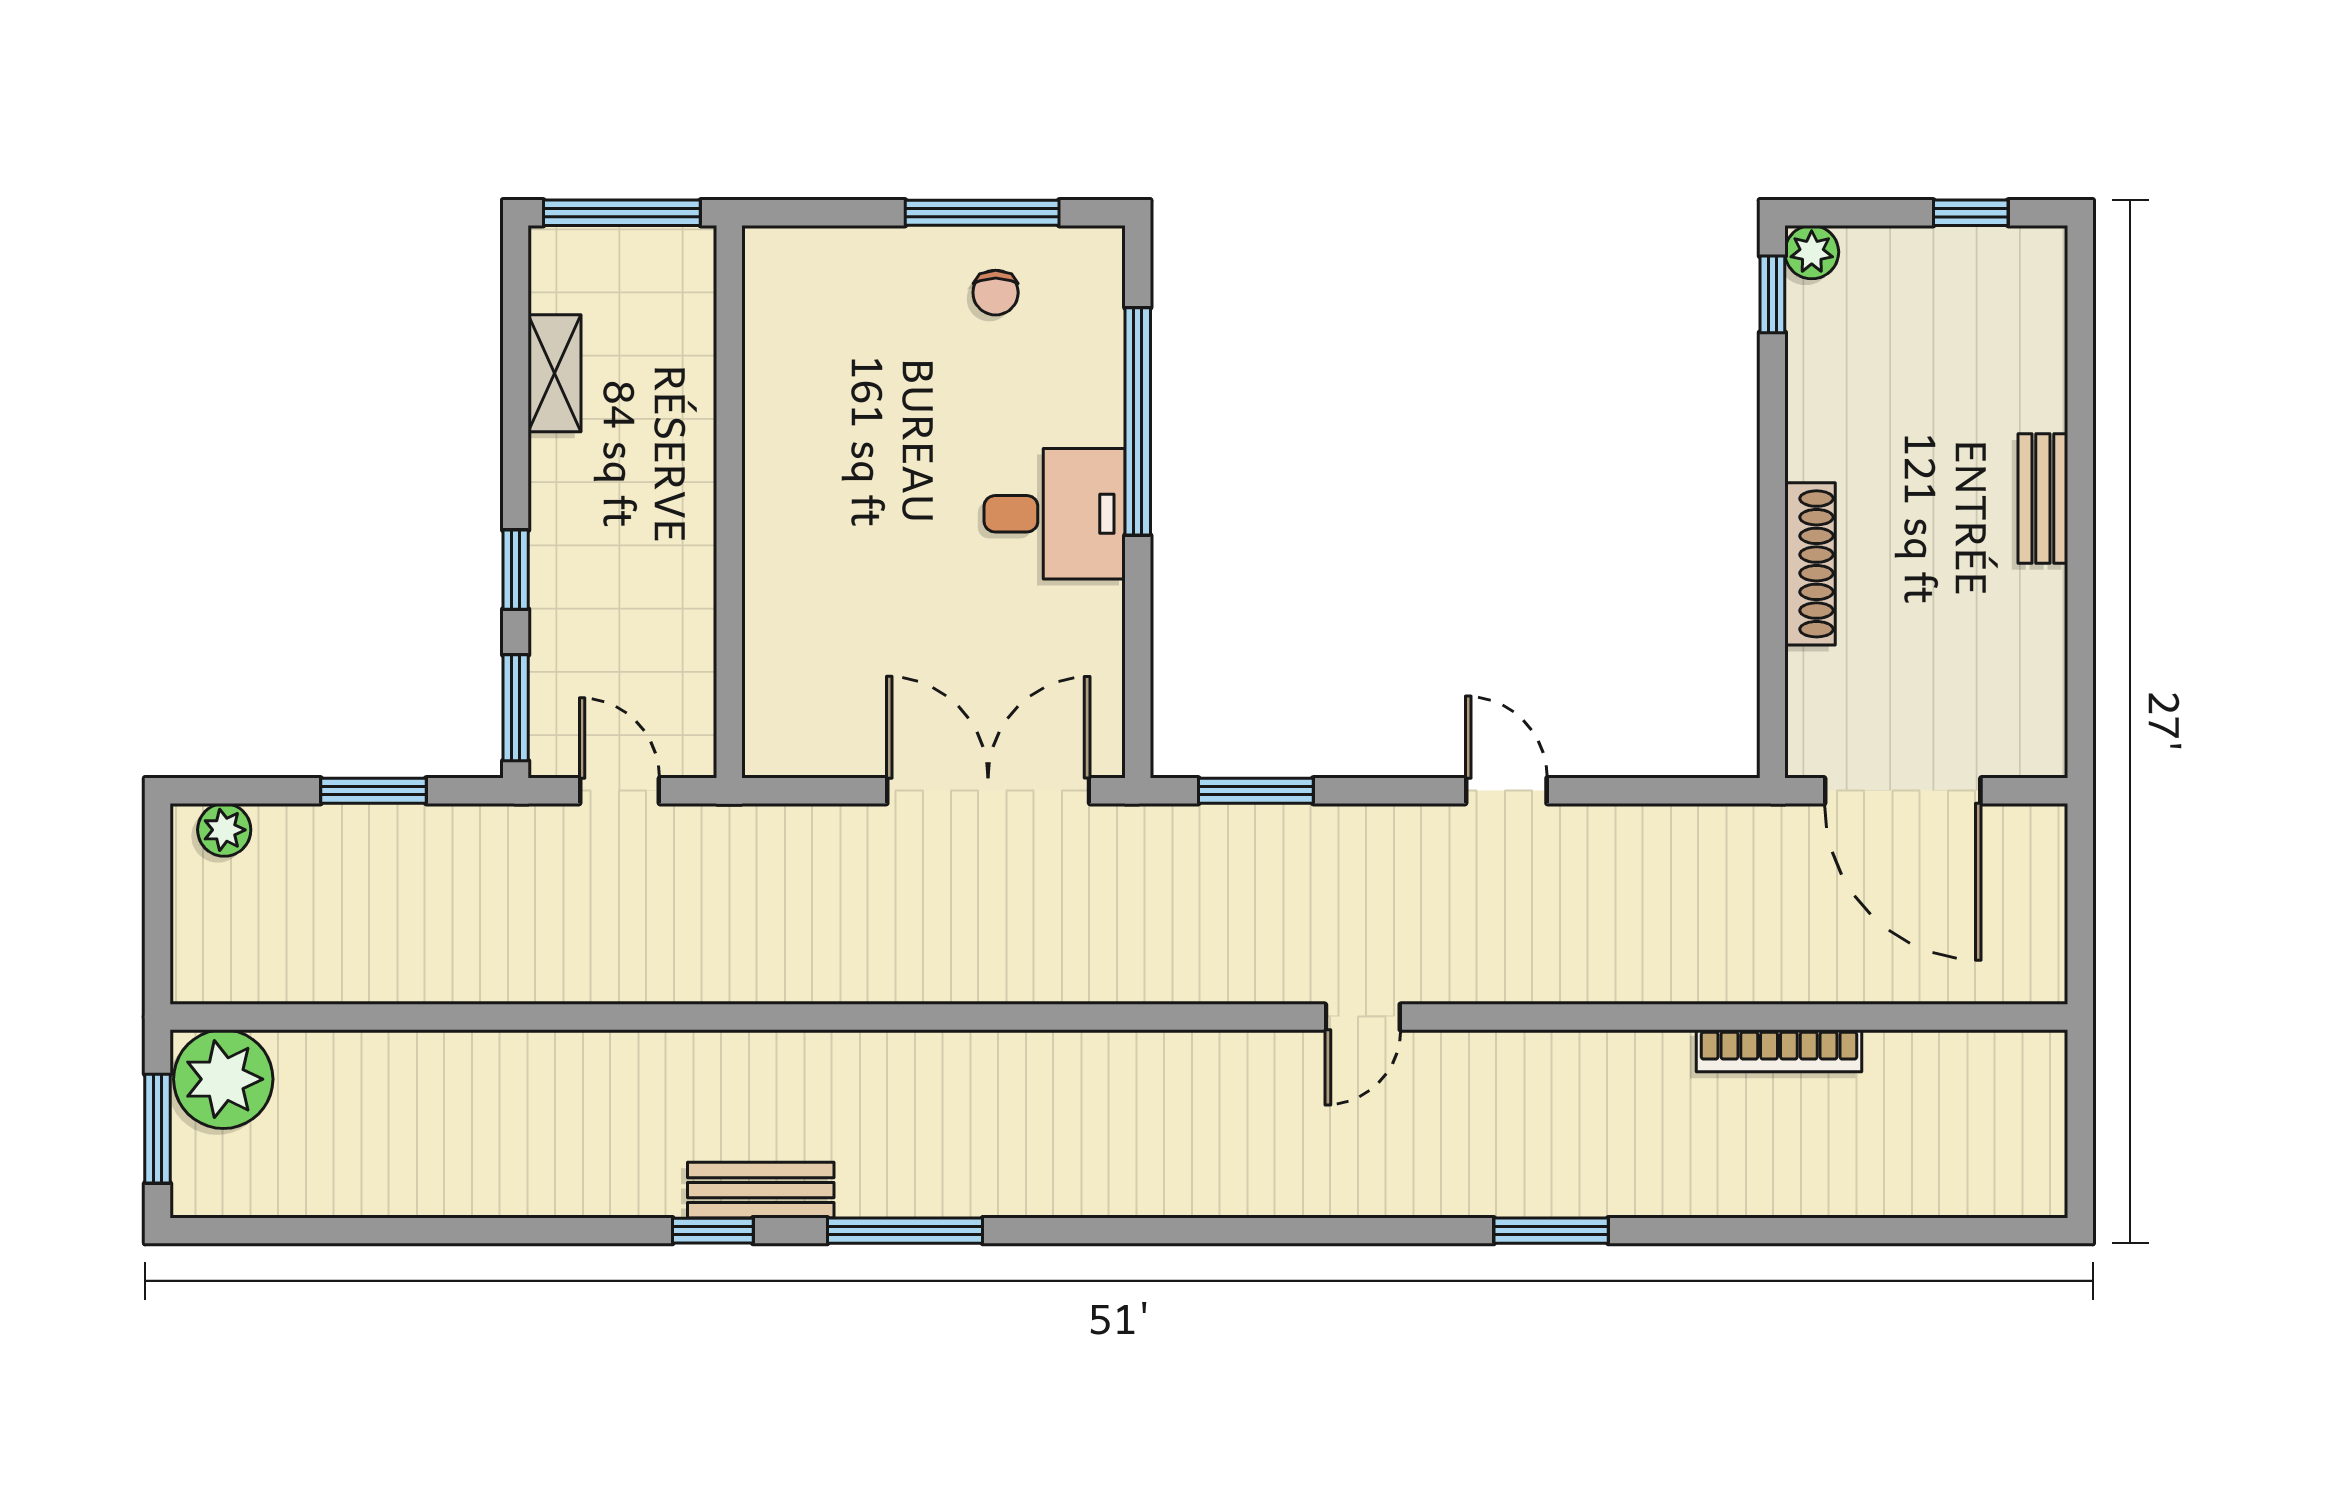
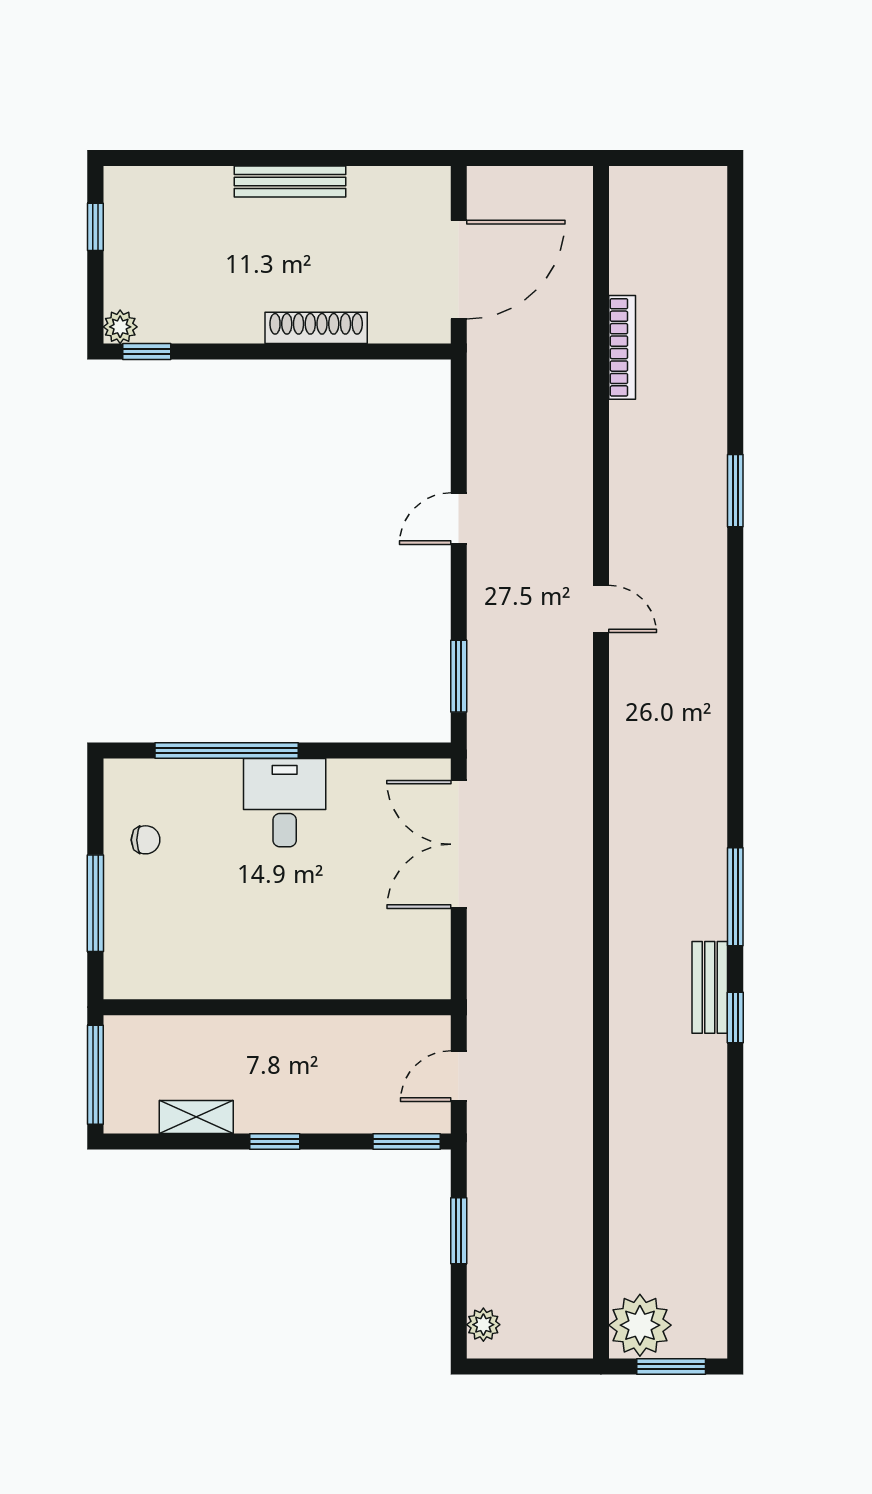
window: (982, 213) -> (95, 903), moved
bench: (2043, 499) -> (290, 181), width x1.36
window: (516, 570) -> (275, 1141), moved

